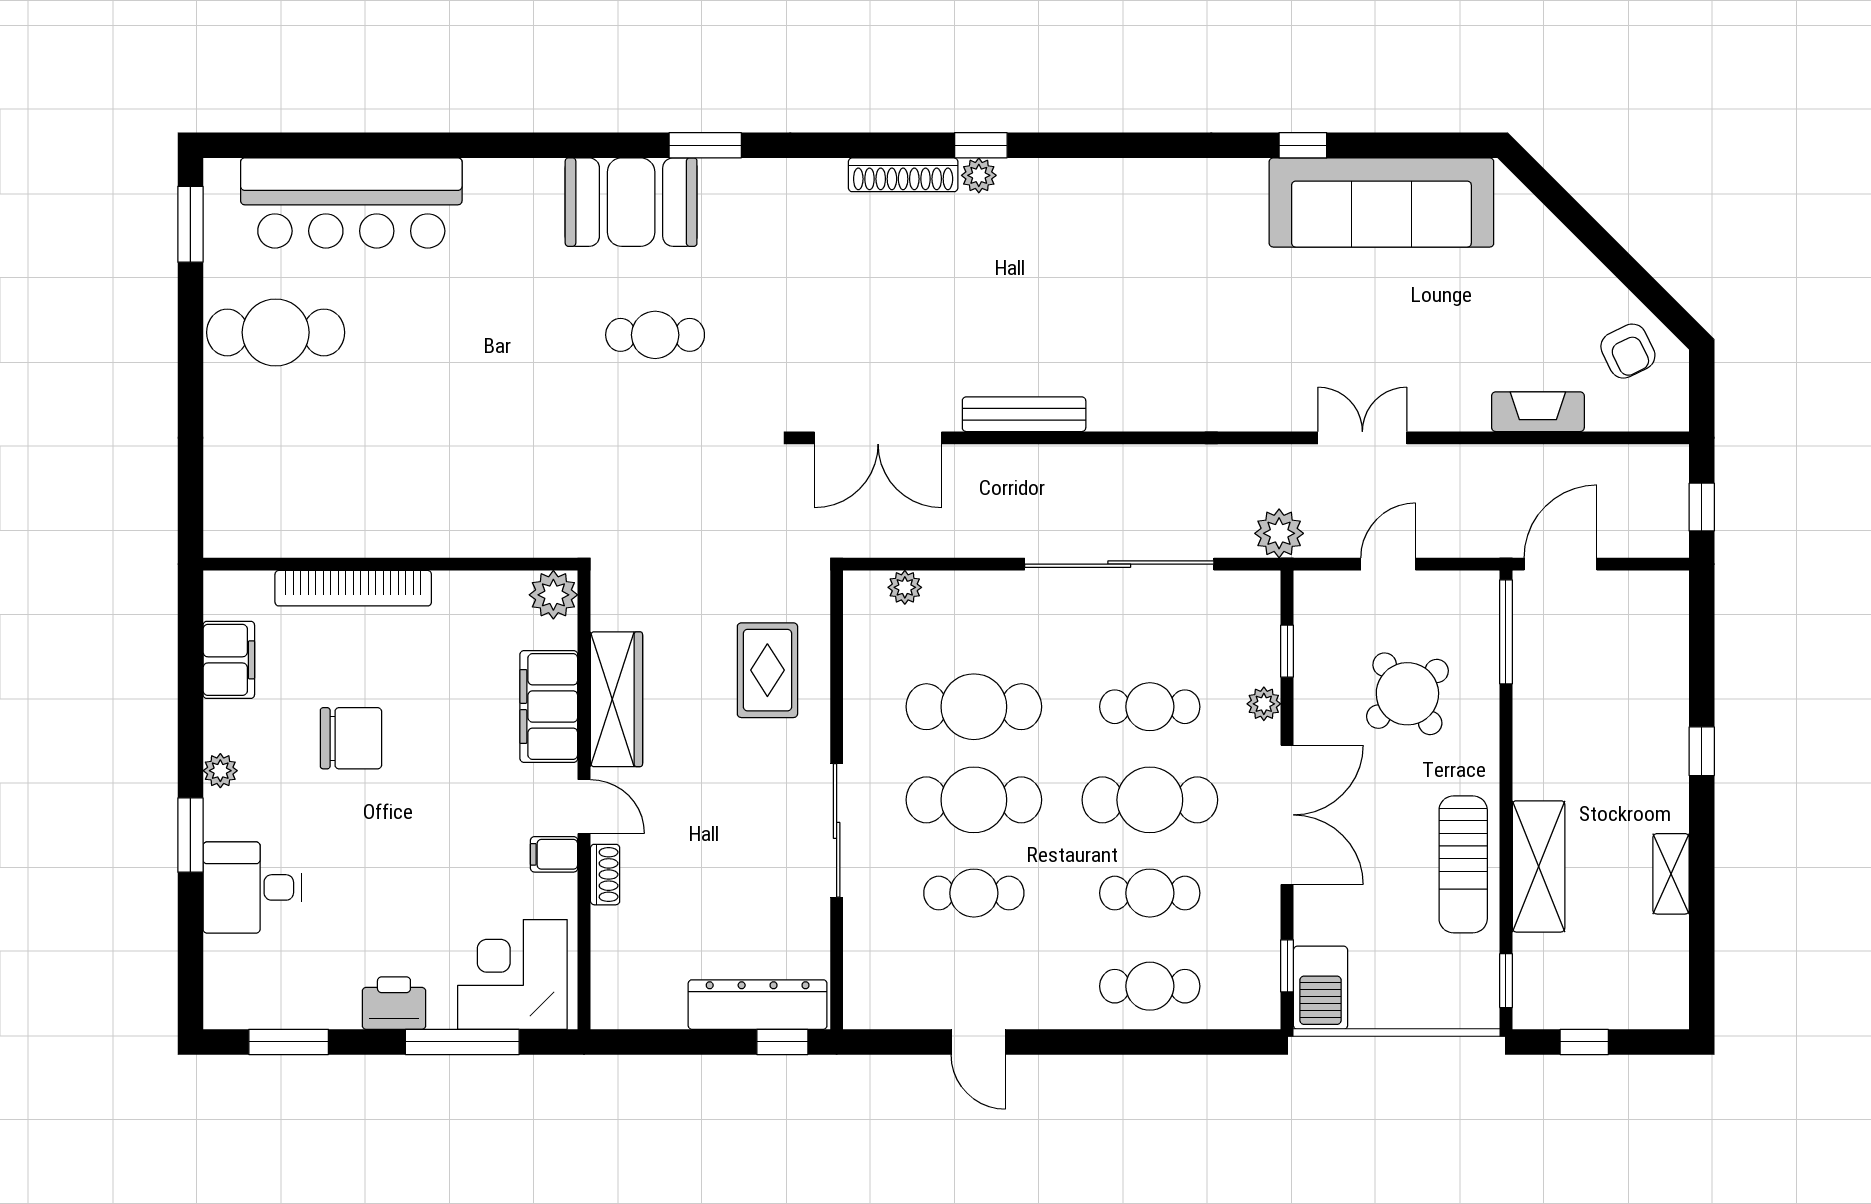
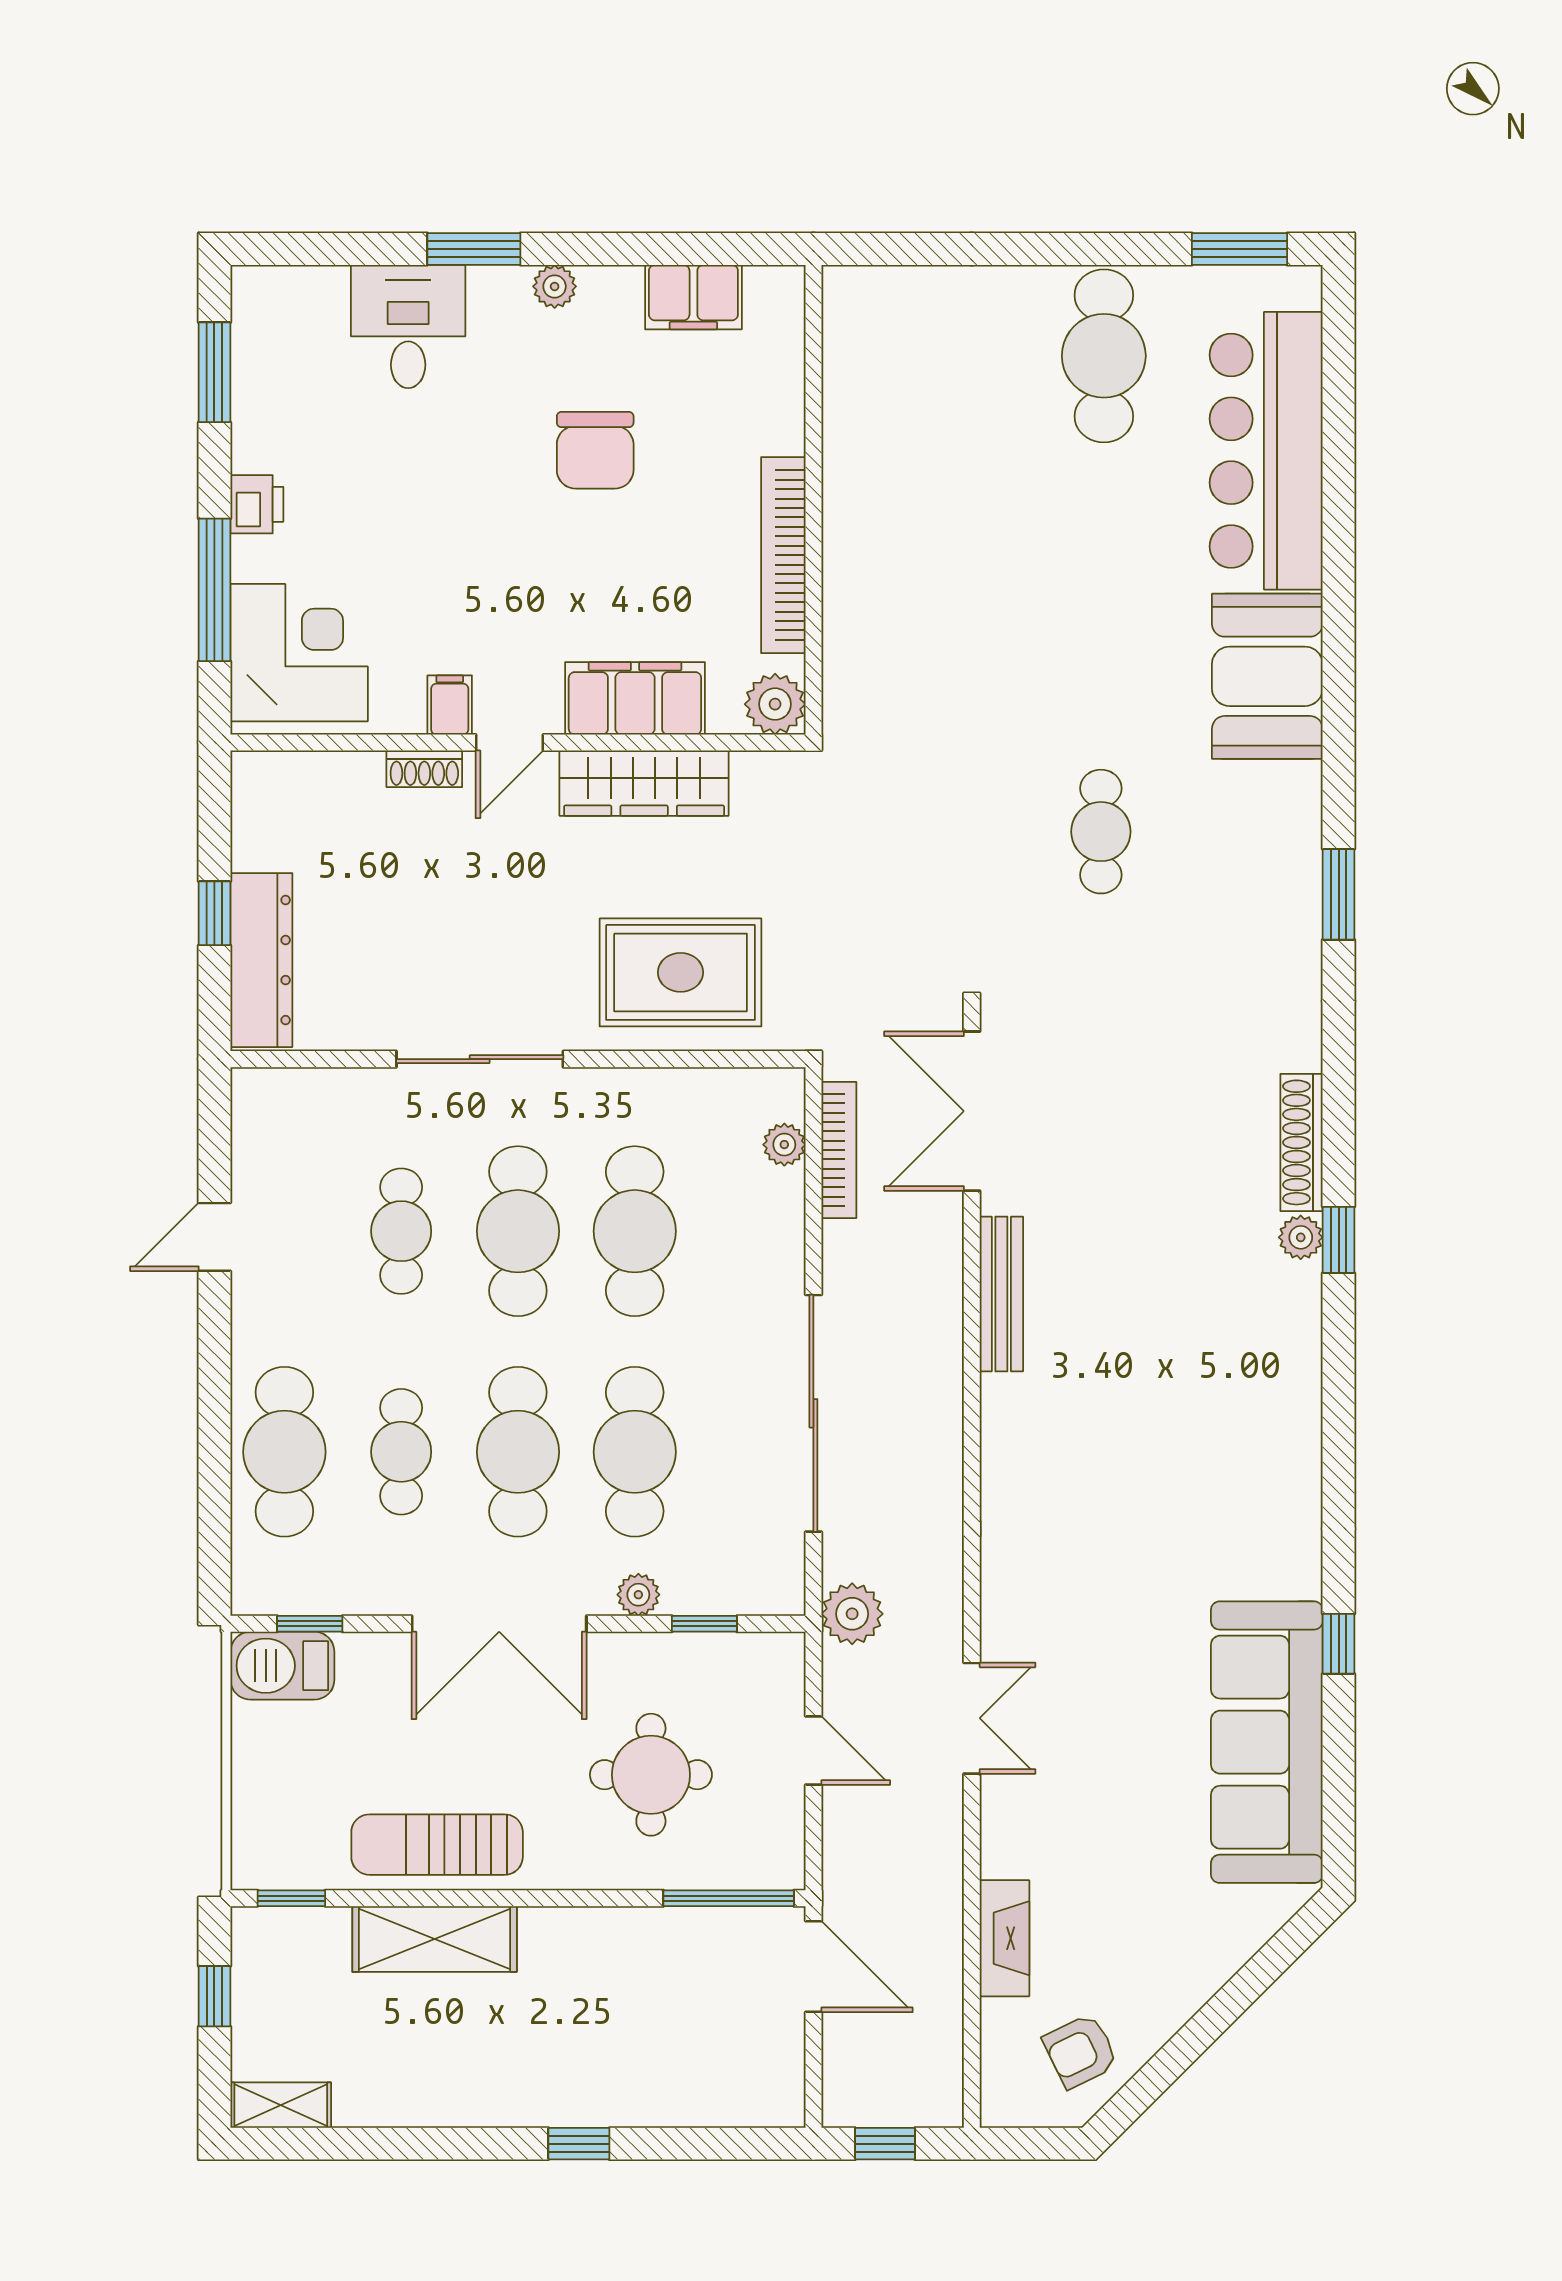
booth: (631, 202) -> (1267, 676), moved
bookcase: (909, 544) -> (839, 1150), added
bookcase: (353, 588) -> (783, 555), moved
rug: (767, 670) -> (681, 972), width x1.36, depth x1.43
round table: (1407, 694) -> (651, 1775), turned 38
cafe table: (1150, 707) -> (635, 1452), width x1.37, depth x1.35
shelving: (1671, 874) -> (281, 2105), moved
cafe table: (1150, 986) -> (284, 1452), width x1.37, depth x1.35
printer: (394, 1003) -> (257, 504), width x0.73, depth x0.81
window: (782, 1042) -> (214, 913), moved

